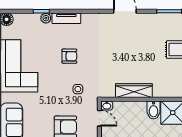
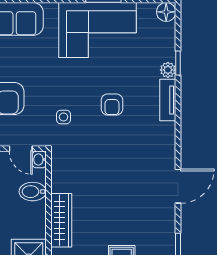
wardrobe: (134, 91) -> (61, 220), moved
bidet: (154, 110) -> (33, 192), moved
door: (99, 118) -> (21, 149), hinge flipped

